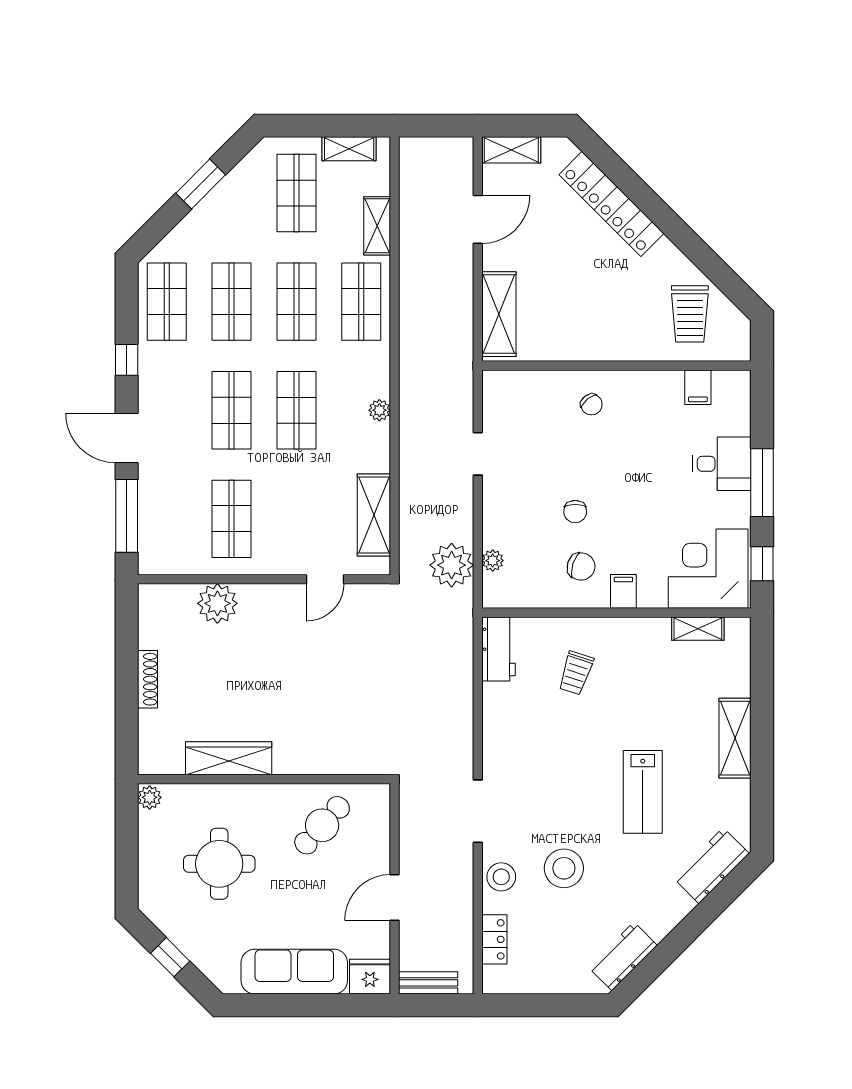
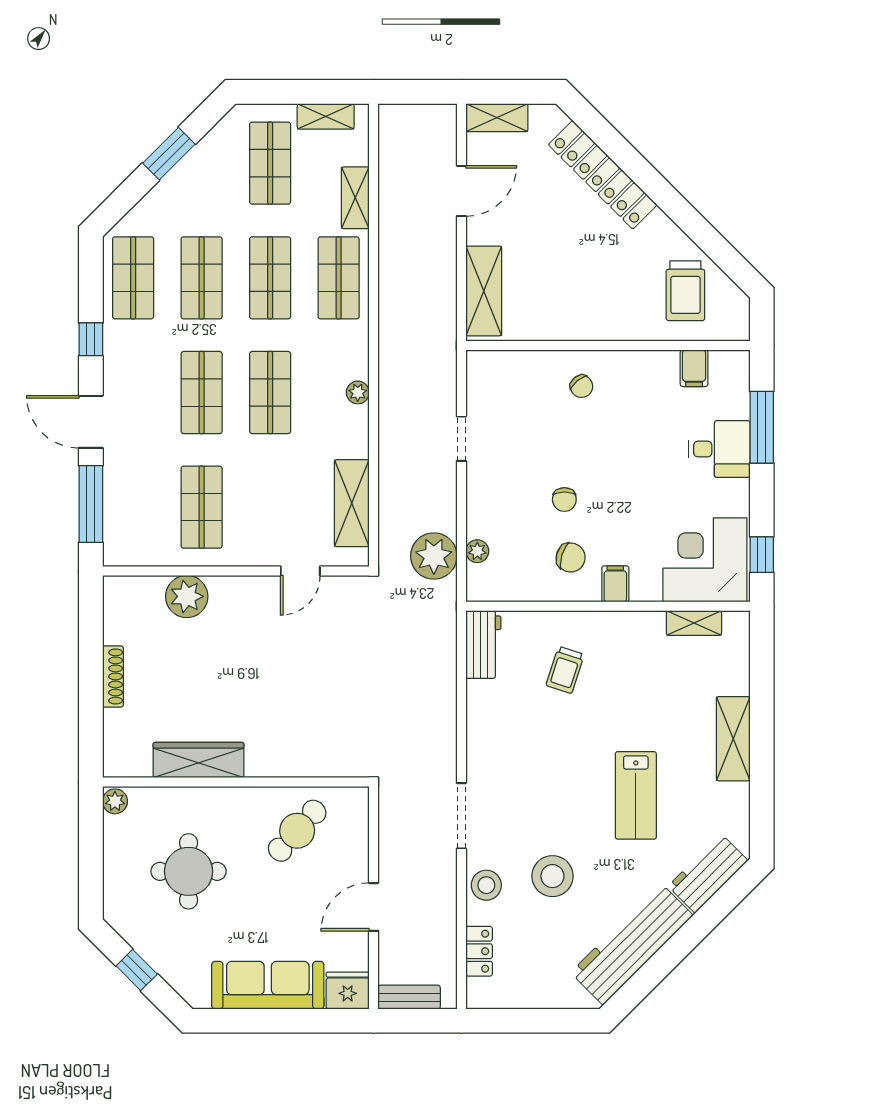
window: (762, 483) -> (762, 427), moved
workbench: (623, 956) -> (632, 944), width x1.88, depth x1.32

